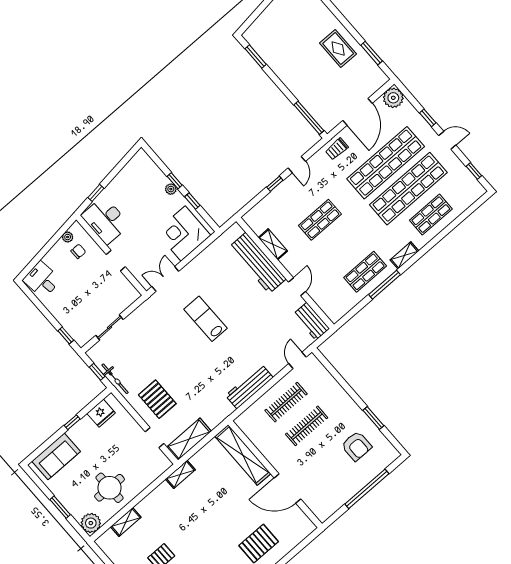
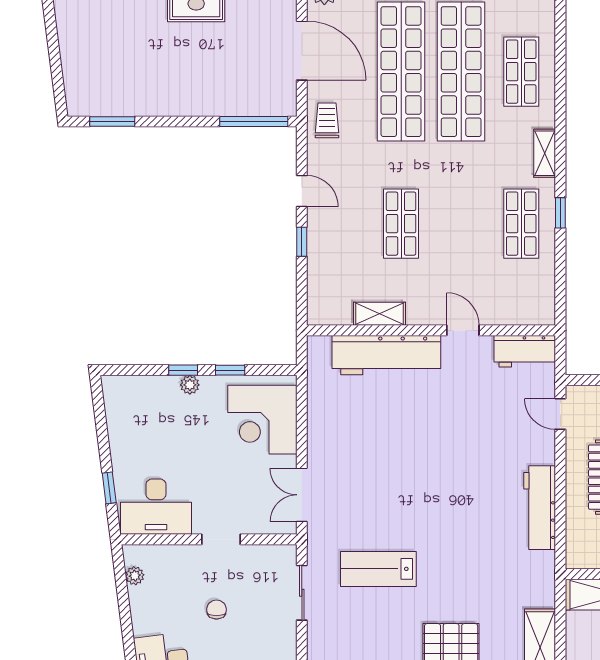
trolley: (337, 149) -> (327, 120), turned 180
chair: (78, 251) -> (216, 610), moved
window: (385, 285) -> (560, 213), width x0.46
lab bench: (206, 319) -> (378, 569), moved
sliding door: (109, 327) -> (302, 593), moved

